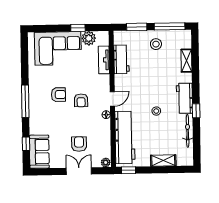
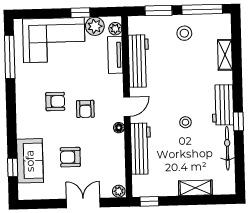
plant: (104, 40) -> (115, 29), added
workbench: (121, 59) -> (139, 61), width x1.38
window: (25, 101) -> (10, 57), moved
workbench: (125, 138) -> (141, 149), width x0.73, depth x0.76
armchair: (79, 144) -> (70, 157), moved, turned -90
sofa: (39, 152) -> (30, 161), moved

